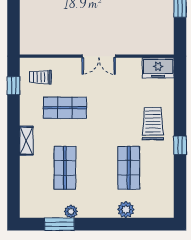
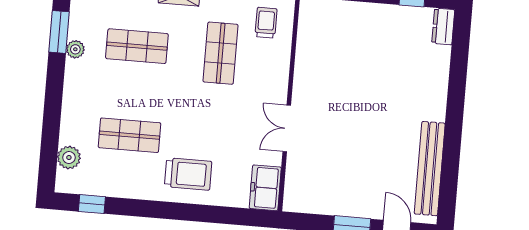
double door: (99, 56) -> (287, 128), moved
window: (180, 145) -> (92, 204), moved
plant: (126, 210) -> (69, 157), moved

